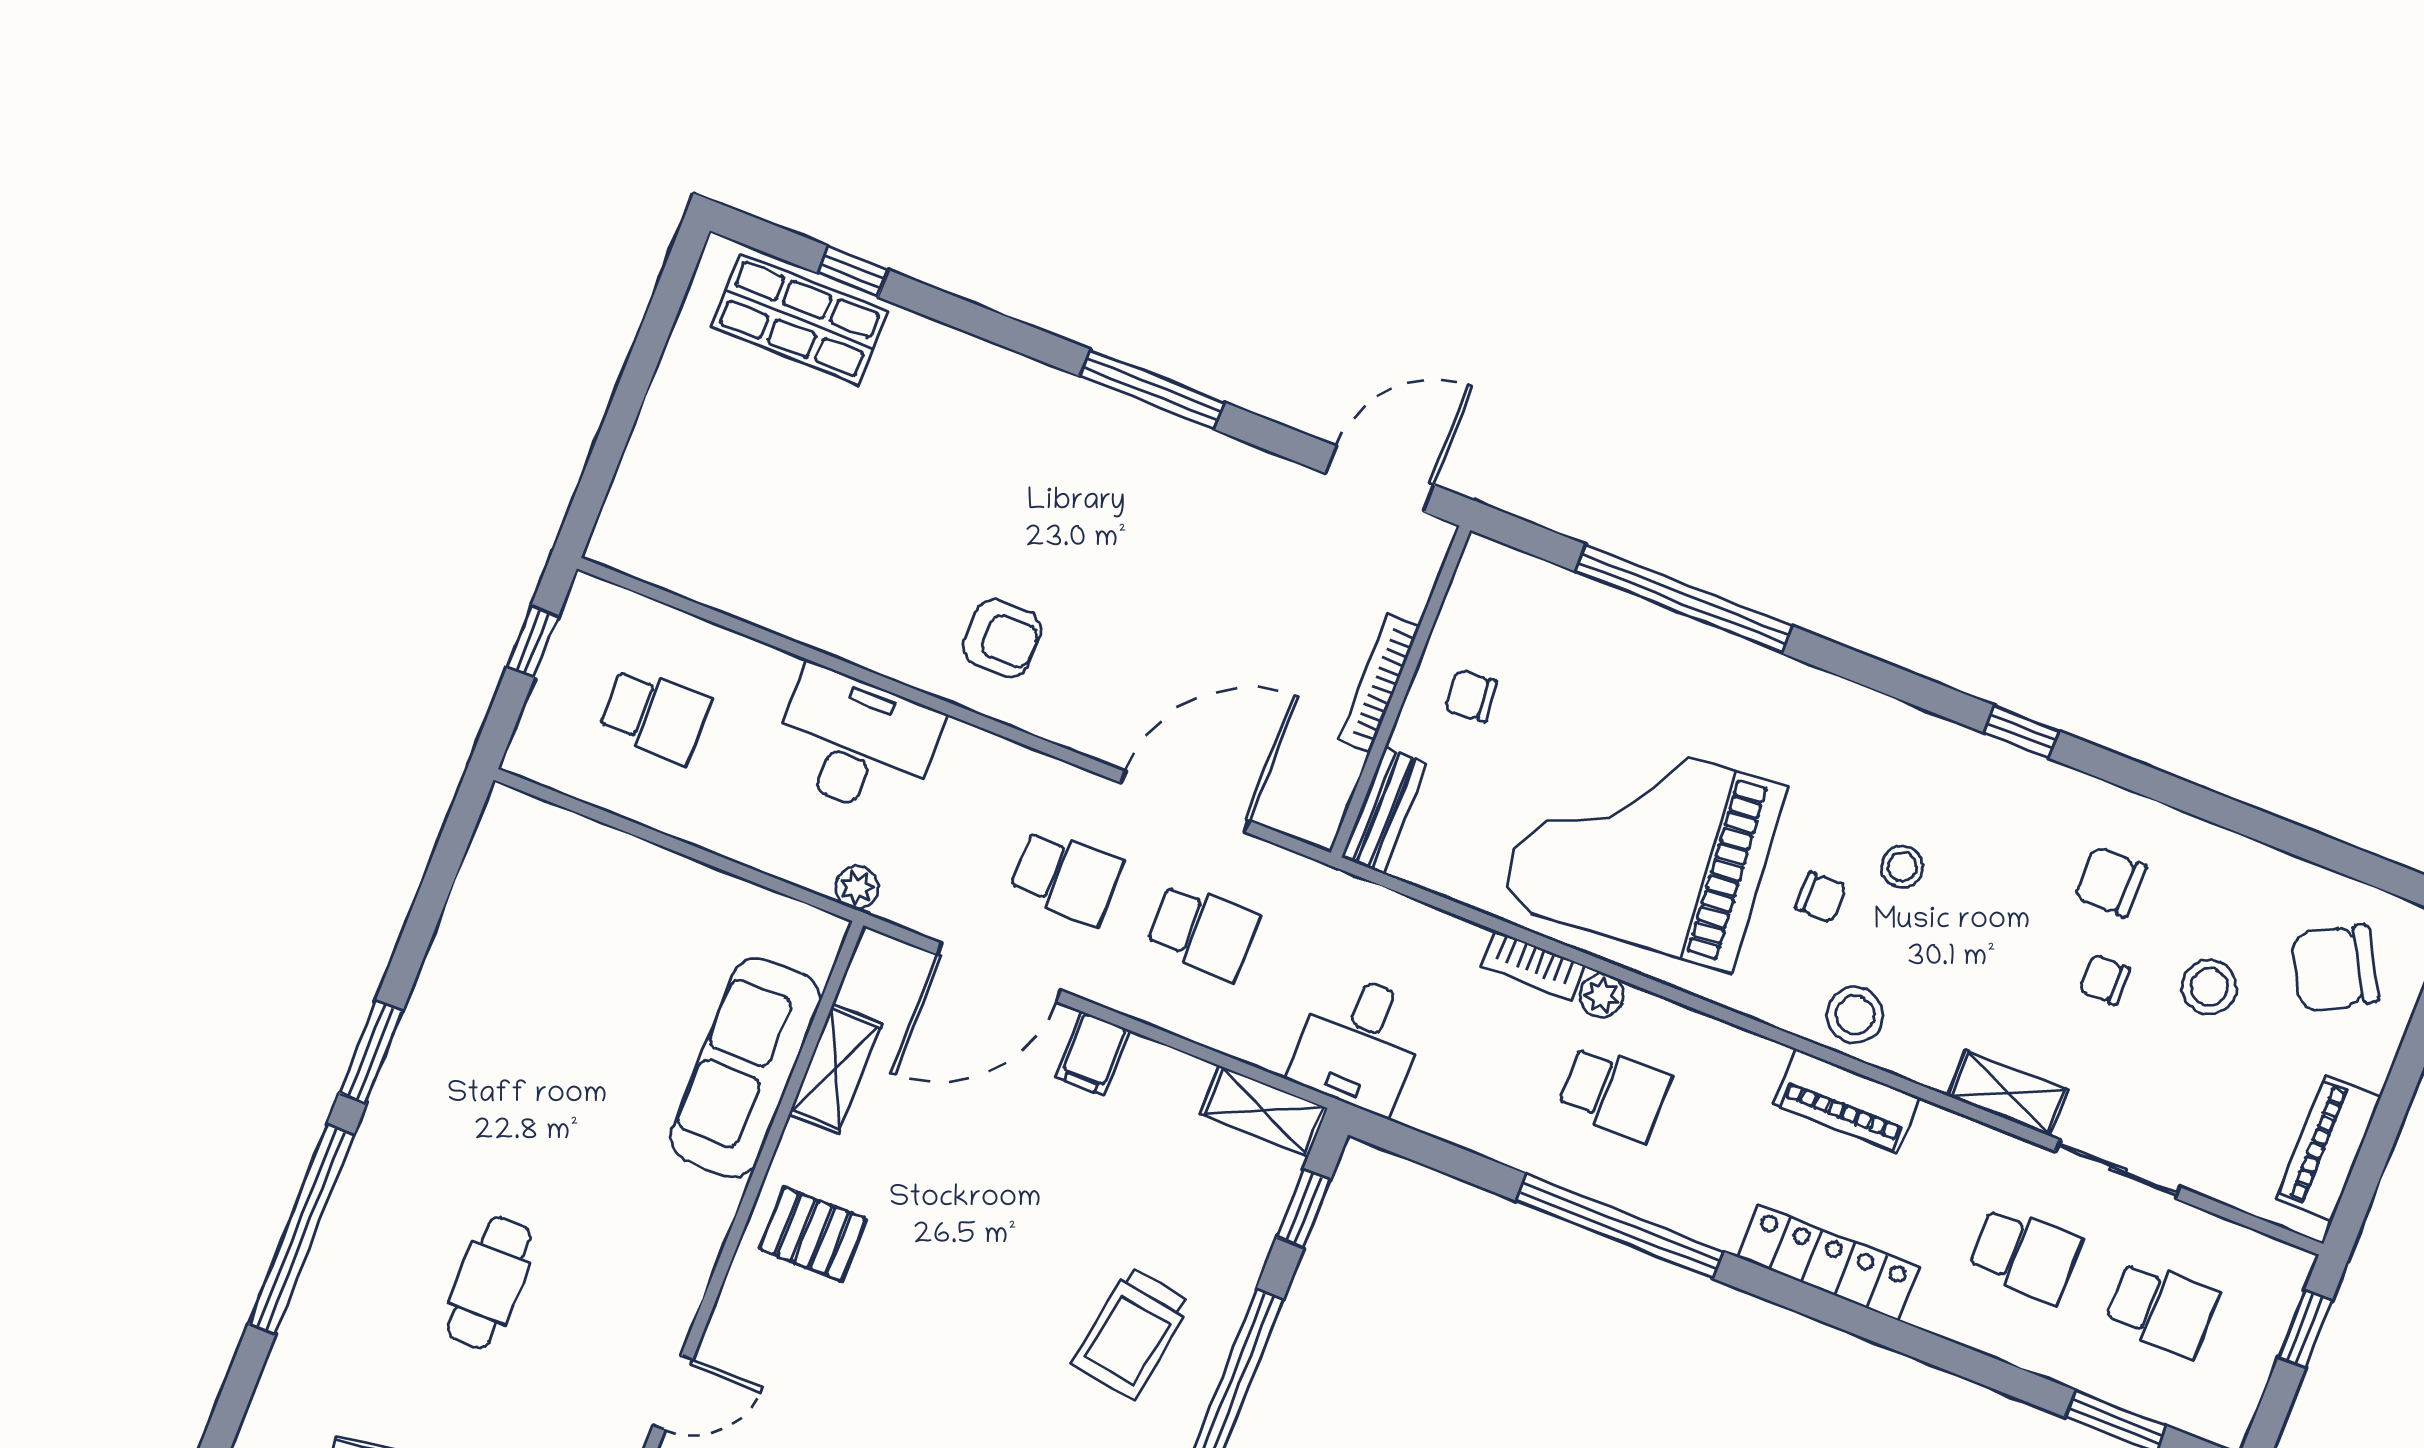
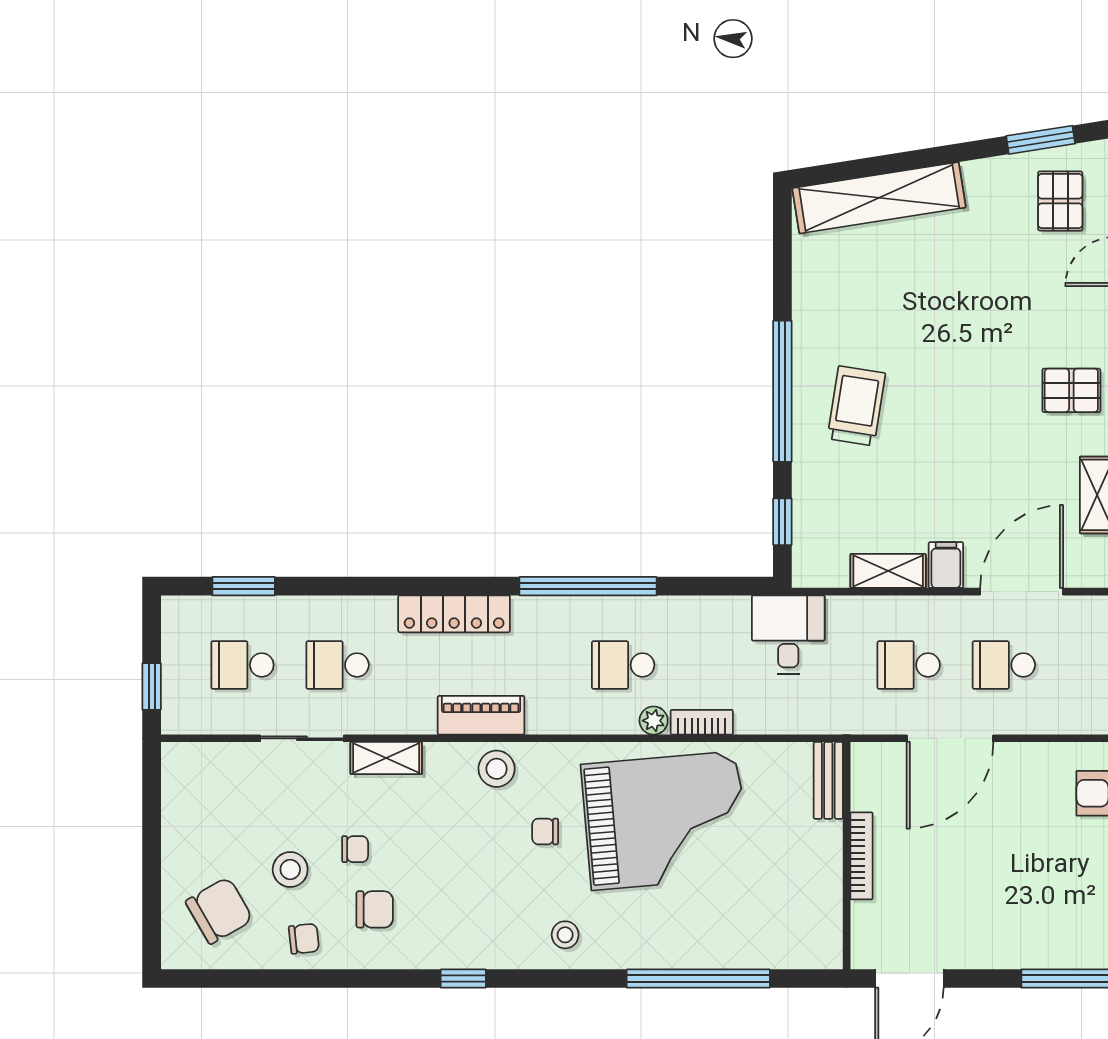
chair: (1471, 696) -> (304, 939), moved
stool: (1902, 867) -> (565, 935), moved
shelving: (1264, 1111) -> (888, 571), moved
piano: (2329, 1148) -> (180, 801), removed

